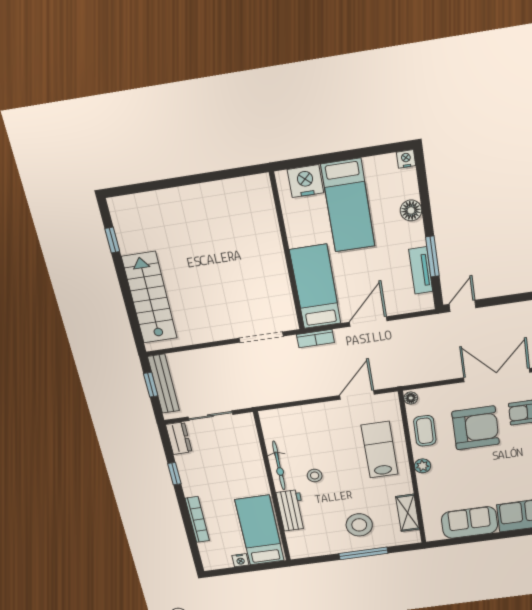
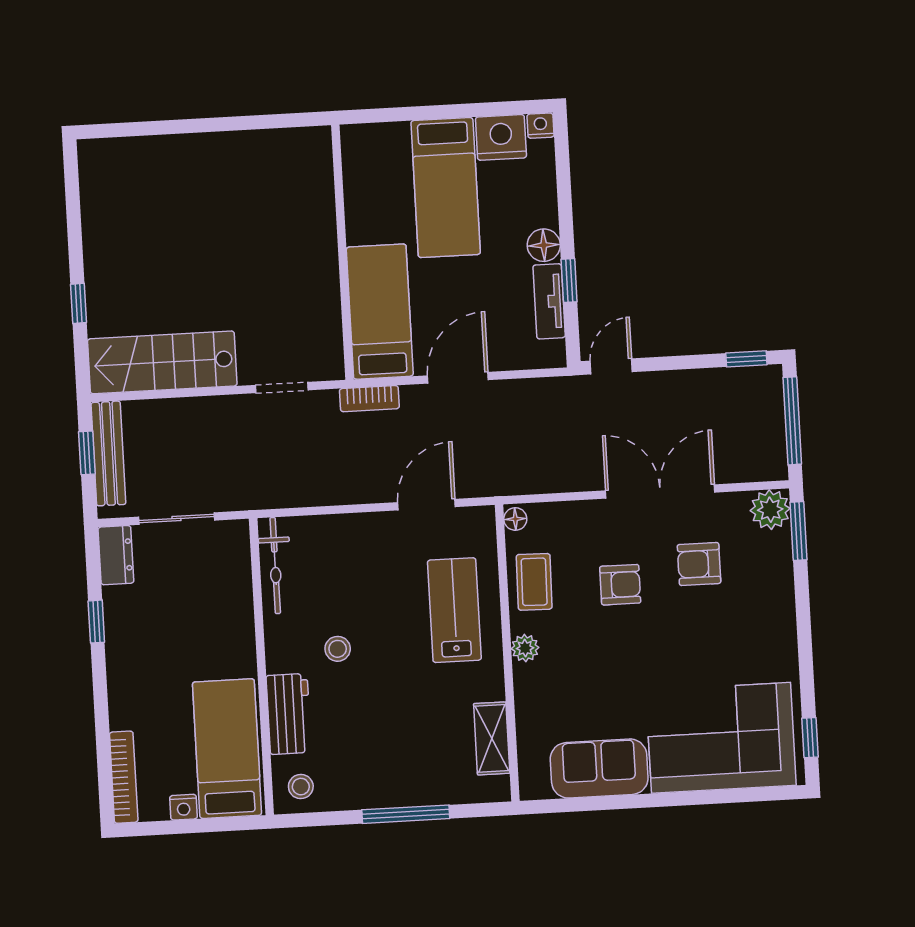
nightstand: (305, 181) -> (501, 137), moved
floor lamp: (411, 210) -> (544, 245), moved
window: (112, 240) -> (79, 303), moved
window: (432, 256) -> (569, 280), width x0.67
stairs: (150, 298) -> (162, 362), moved, turned -90
doorway: (261, 337) -> (282, 388), width x0.73
armchair: (476, 428) -> (620, 585), width x0.53, depth x0.53
bicycle: (279, 466) -> (275, 566), moved
bookcase: (197, 520) -> (124, 777), moved
stool: (359, 525) -> (301, 787), moved, width x0.53, depth x0.53

